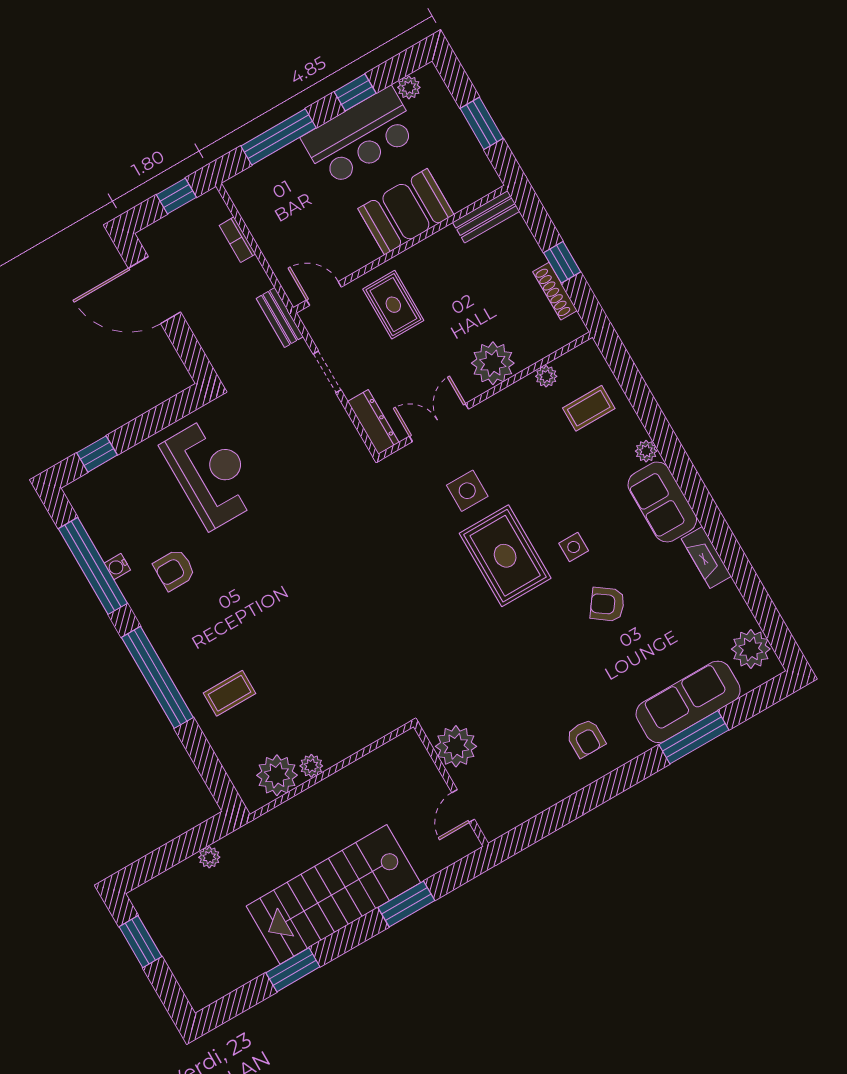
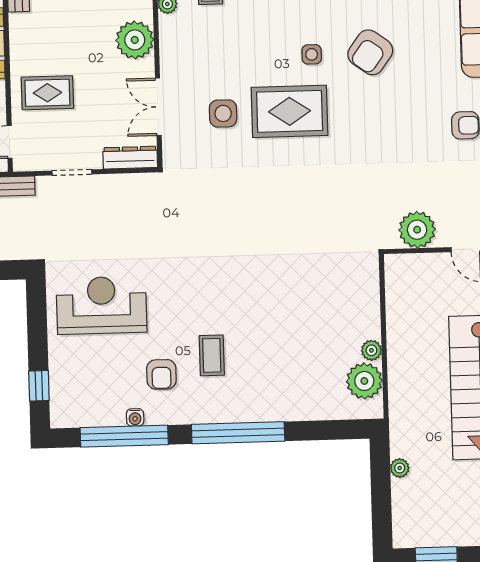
armchair: (607, 604) -> (370, 52), width x1.38, depth x1.38
coffee table: (230, 693) -> (212, 355), moved

